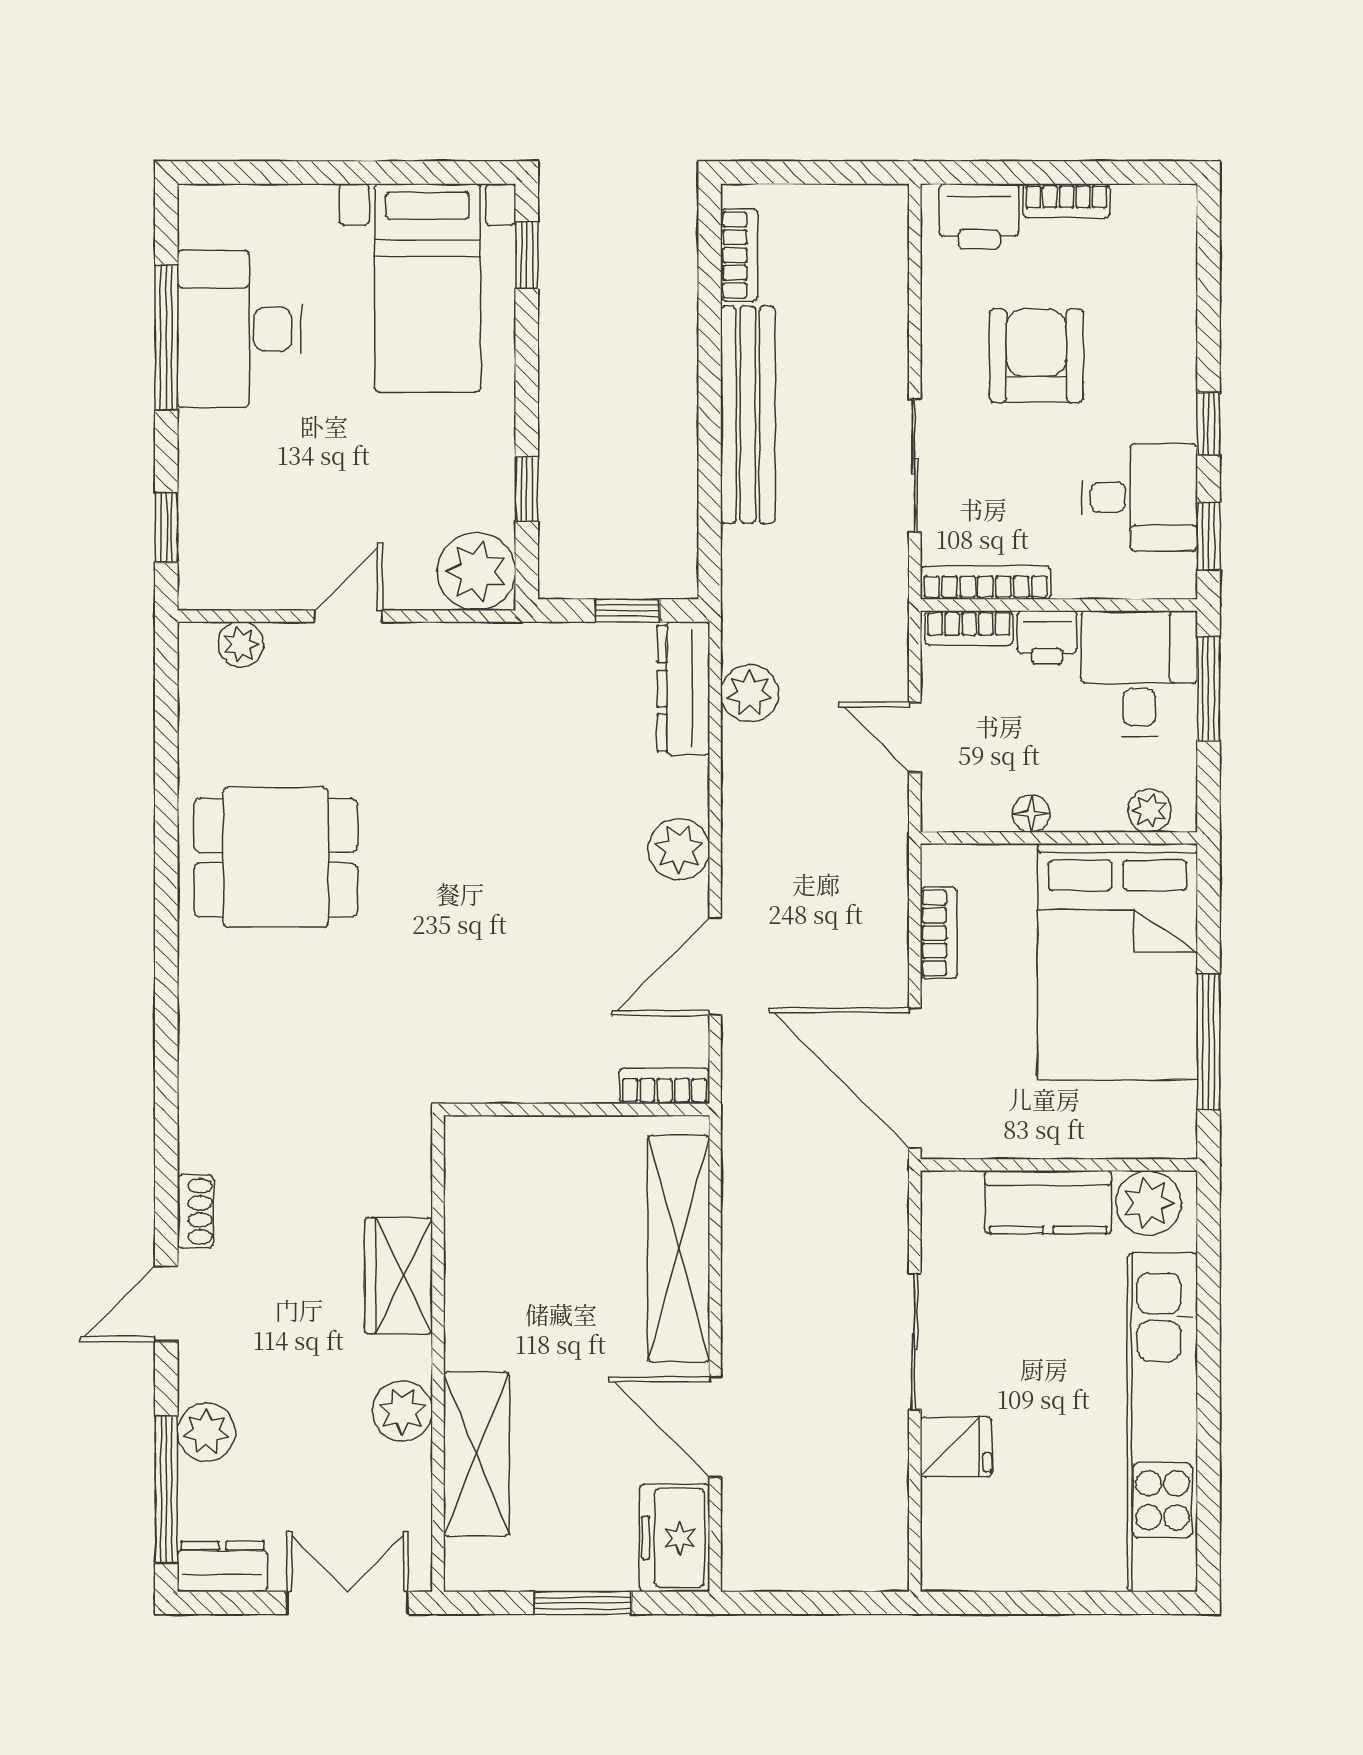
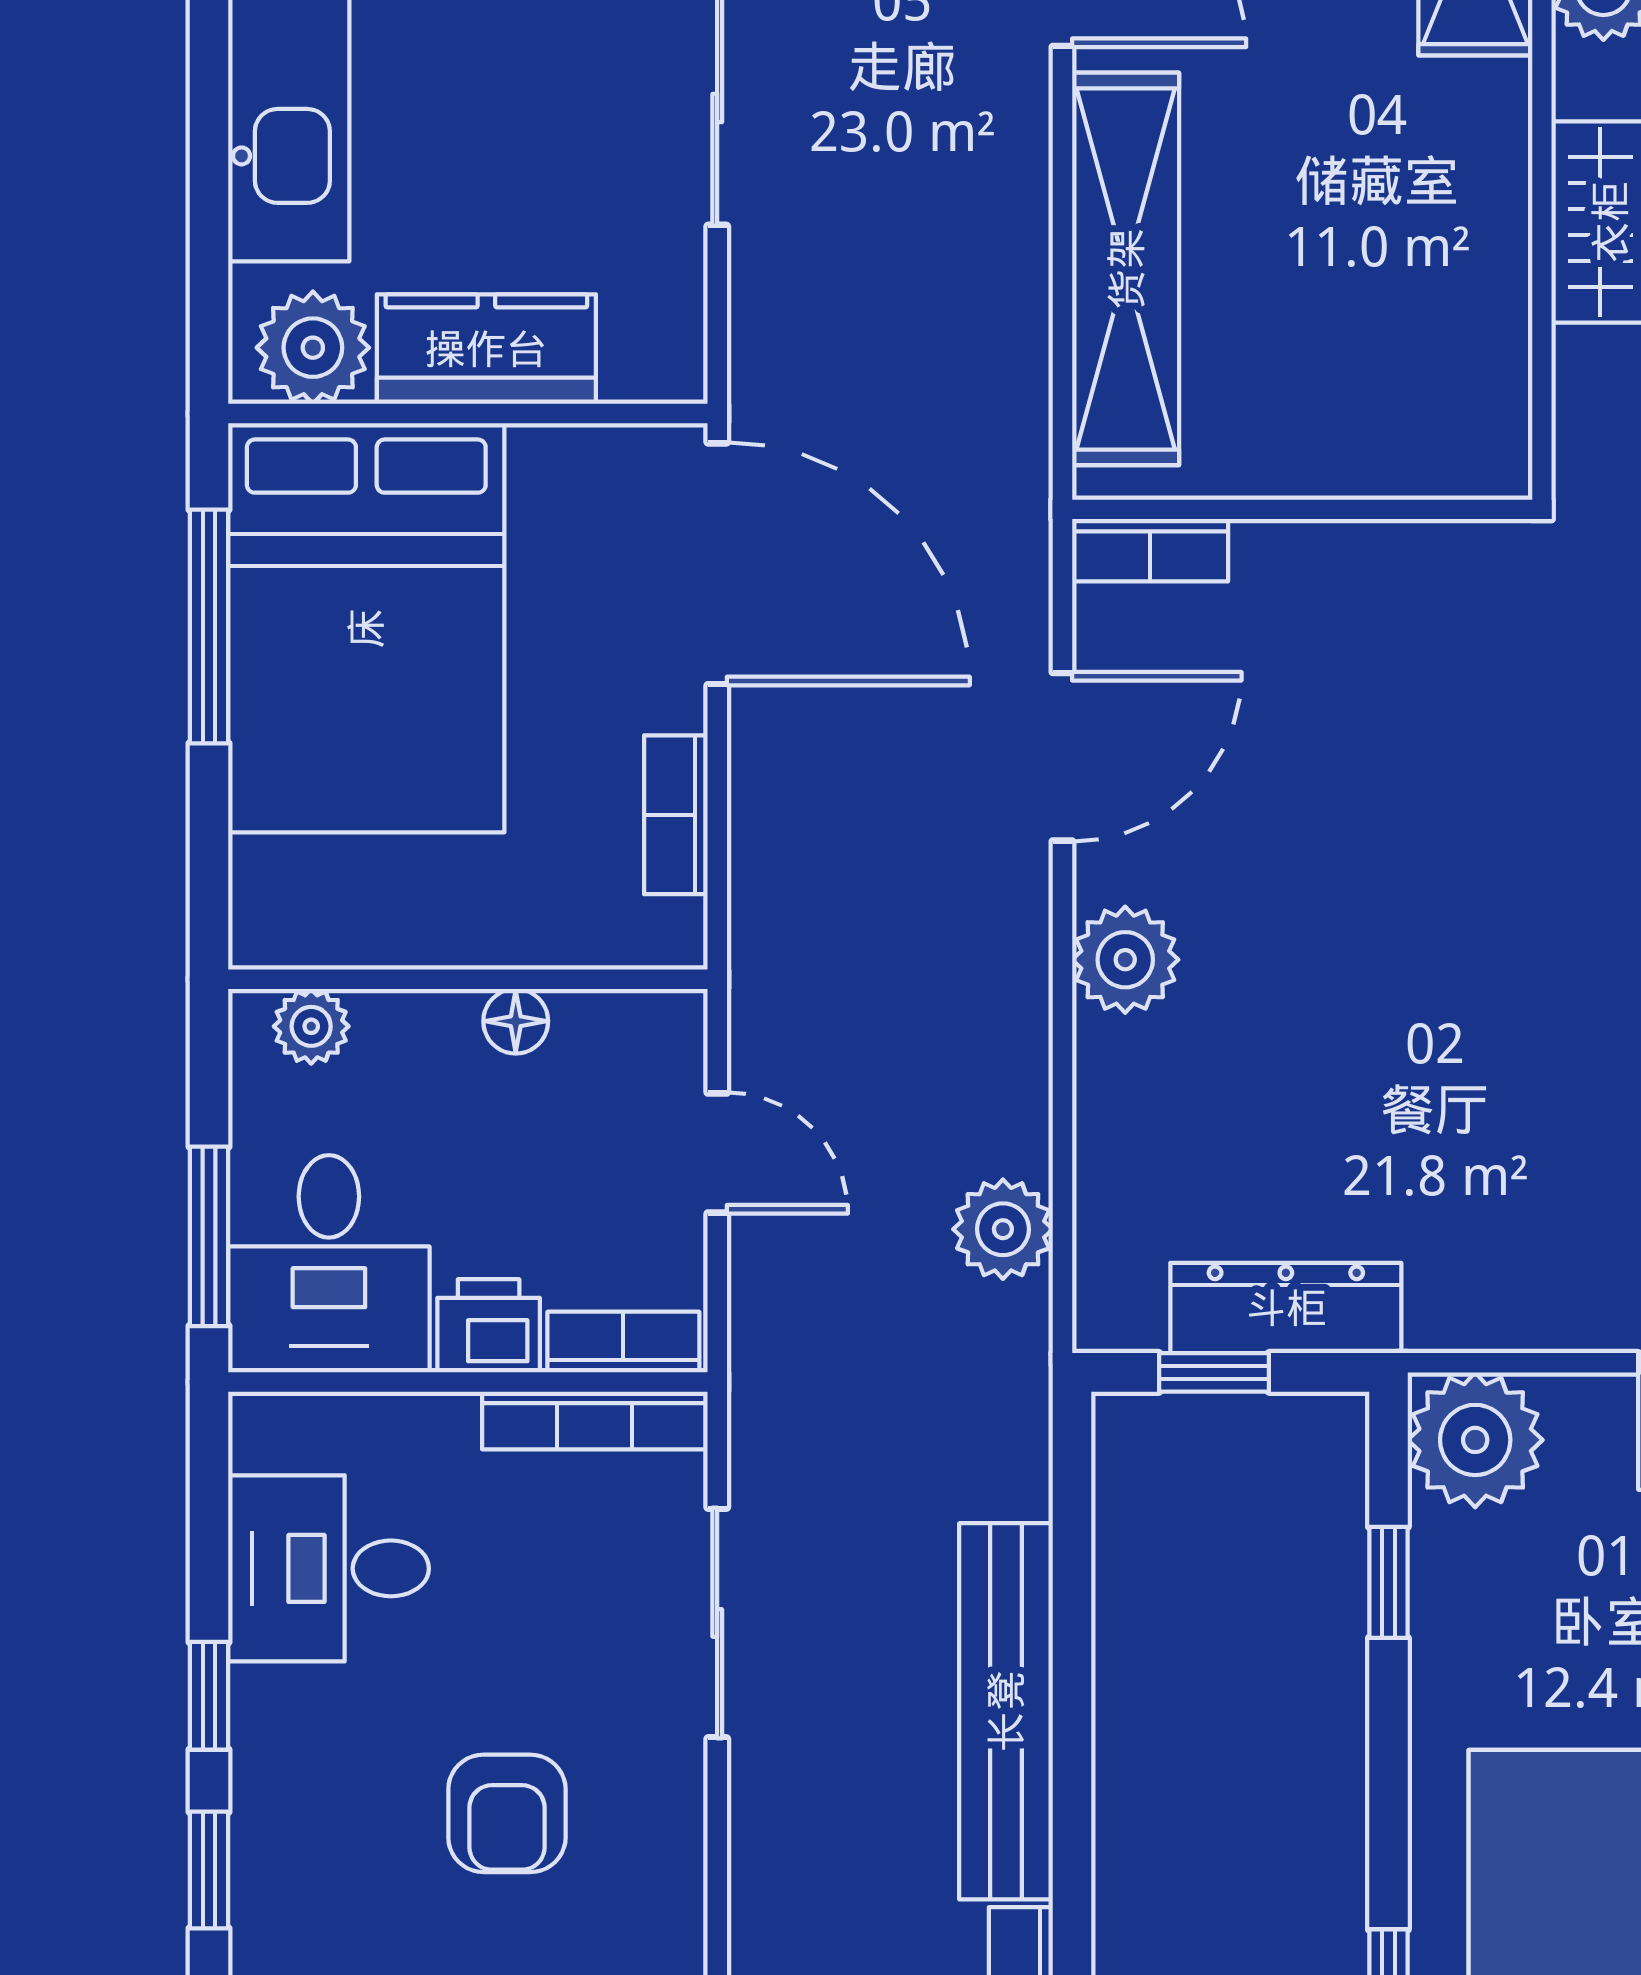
armchair: (1036, 356) -> (507, 1813), width x0.72, depth x0.72
window: (1209, 536) -> (209, 1870), moved
dresser: (683, 688) -> (1286, 1308), moved, turned -90
bed: (1118, 962) -> (366, 628), moved, turned 180

